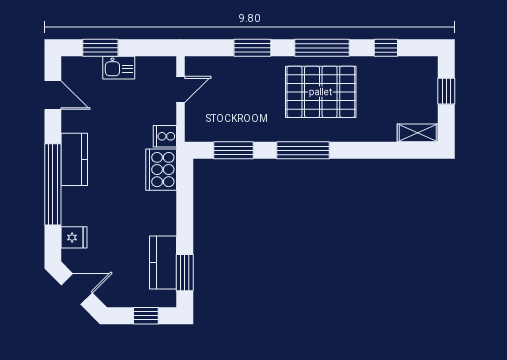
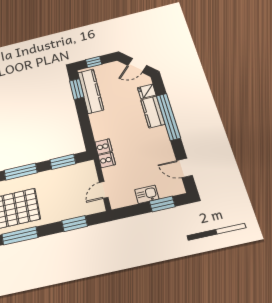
window: (252, 48) -> (75, 224), moved
kitchen counter: (74, 159) -> (153, 112), moved
cooker: (161, 170) -> (103, 147), width x0.53, depth x0.76
kitchen counter: (163, 262) -> (91, 91), width x1.50

